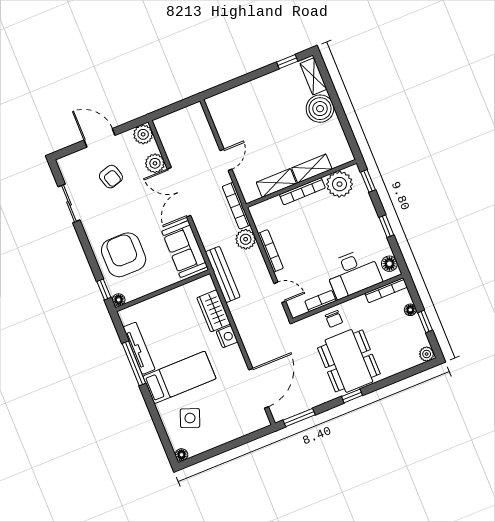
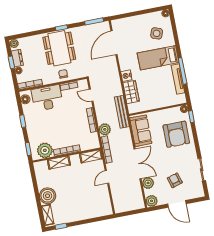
shelving: (276, 183) -> (91, 156), moved
dresser: (416, 330) -> (17, 58), added

